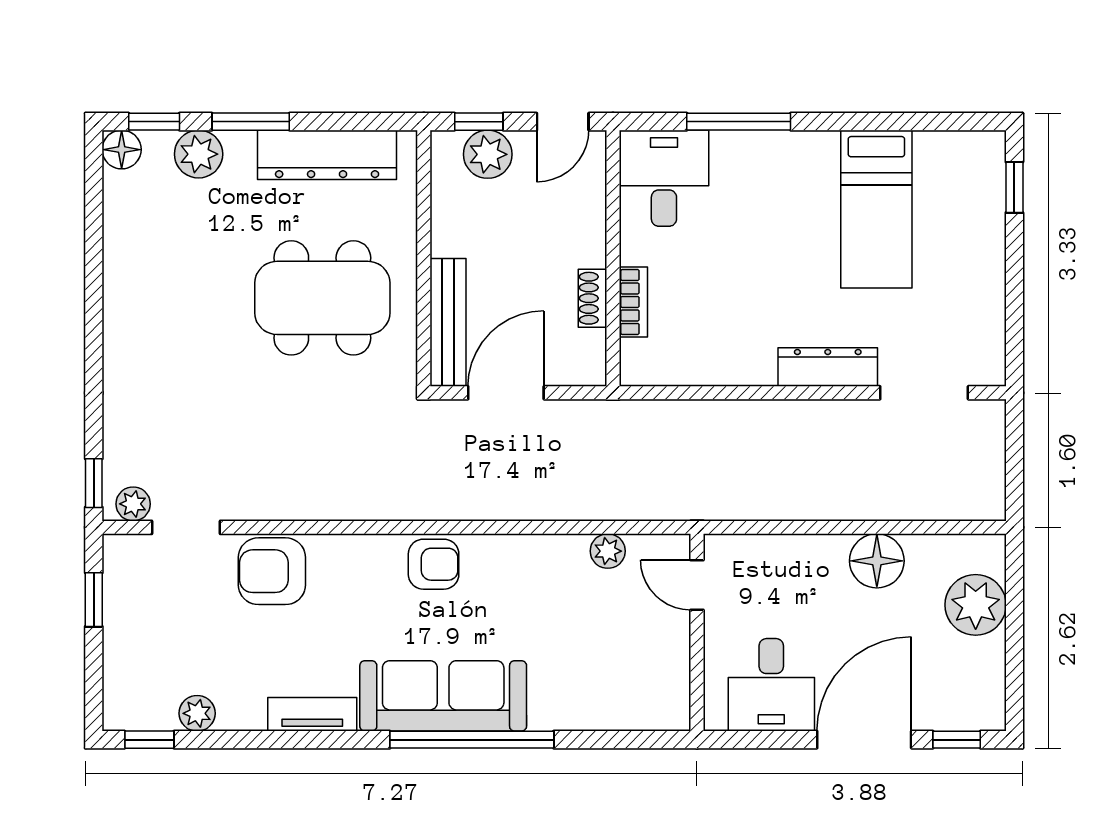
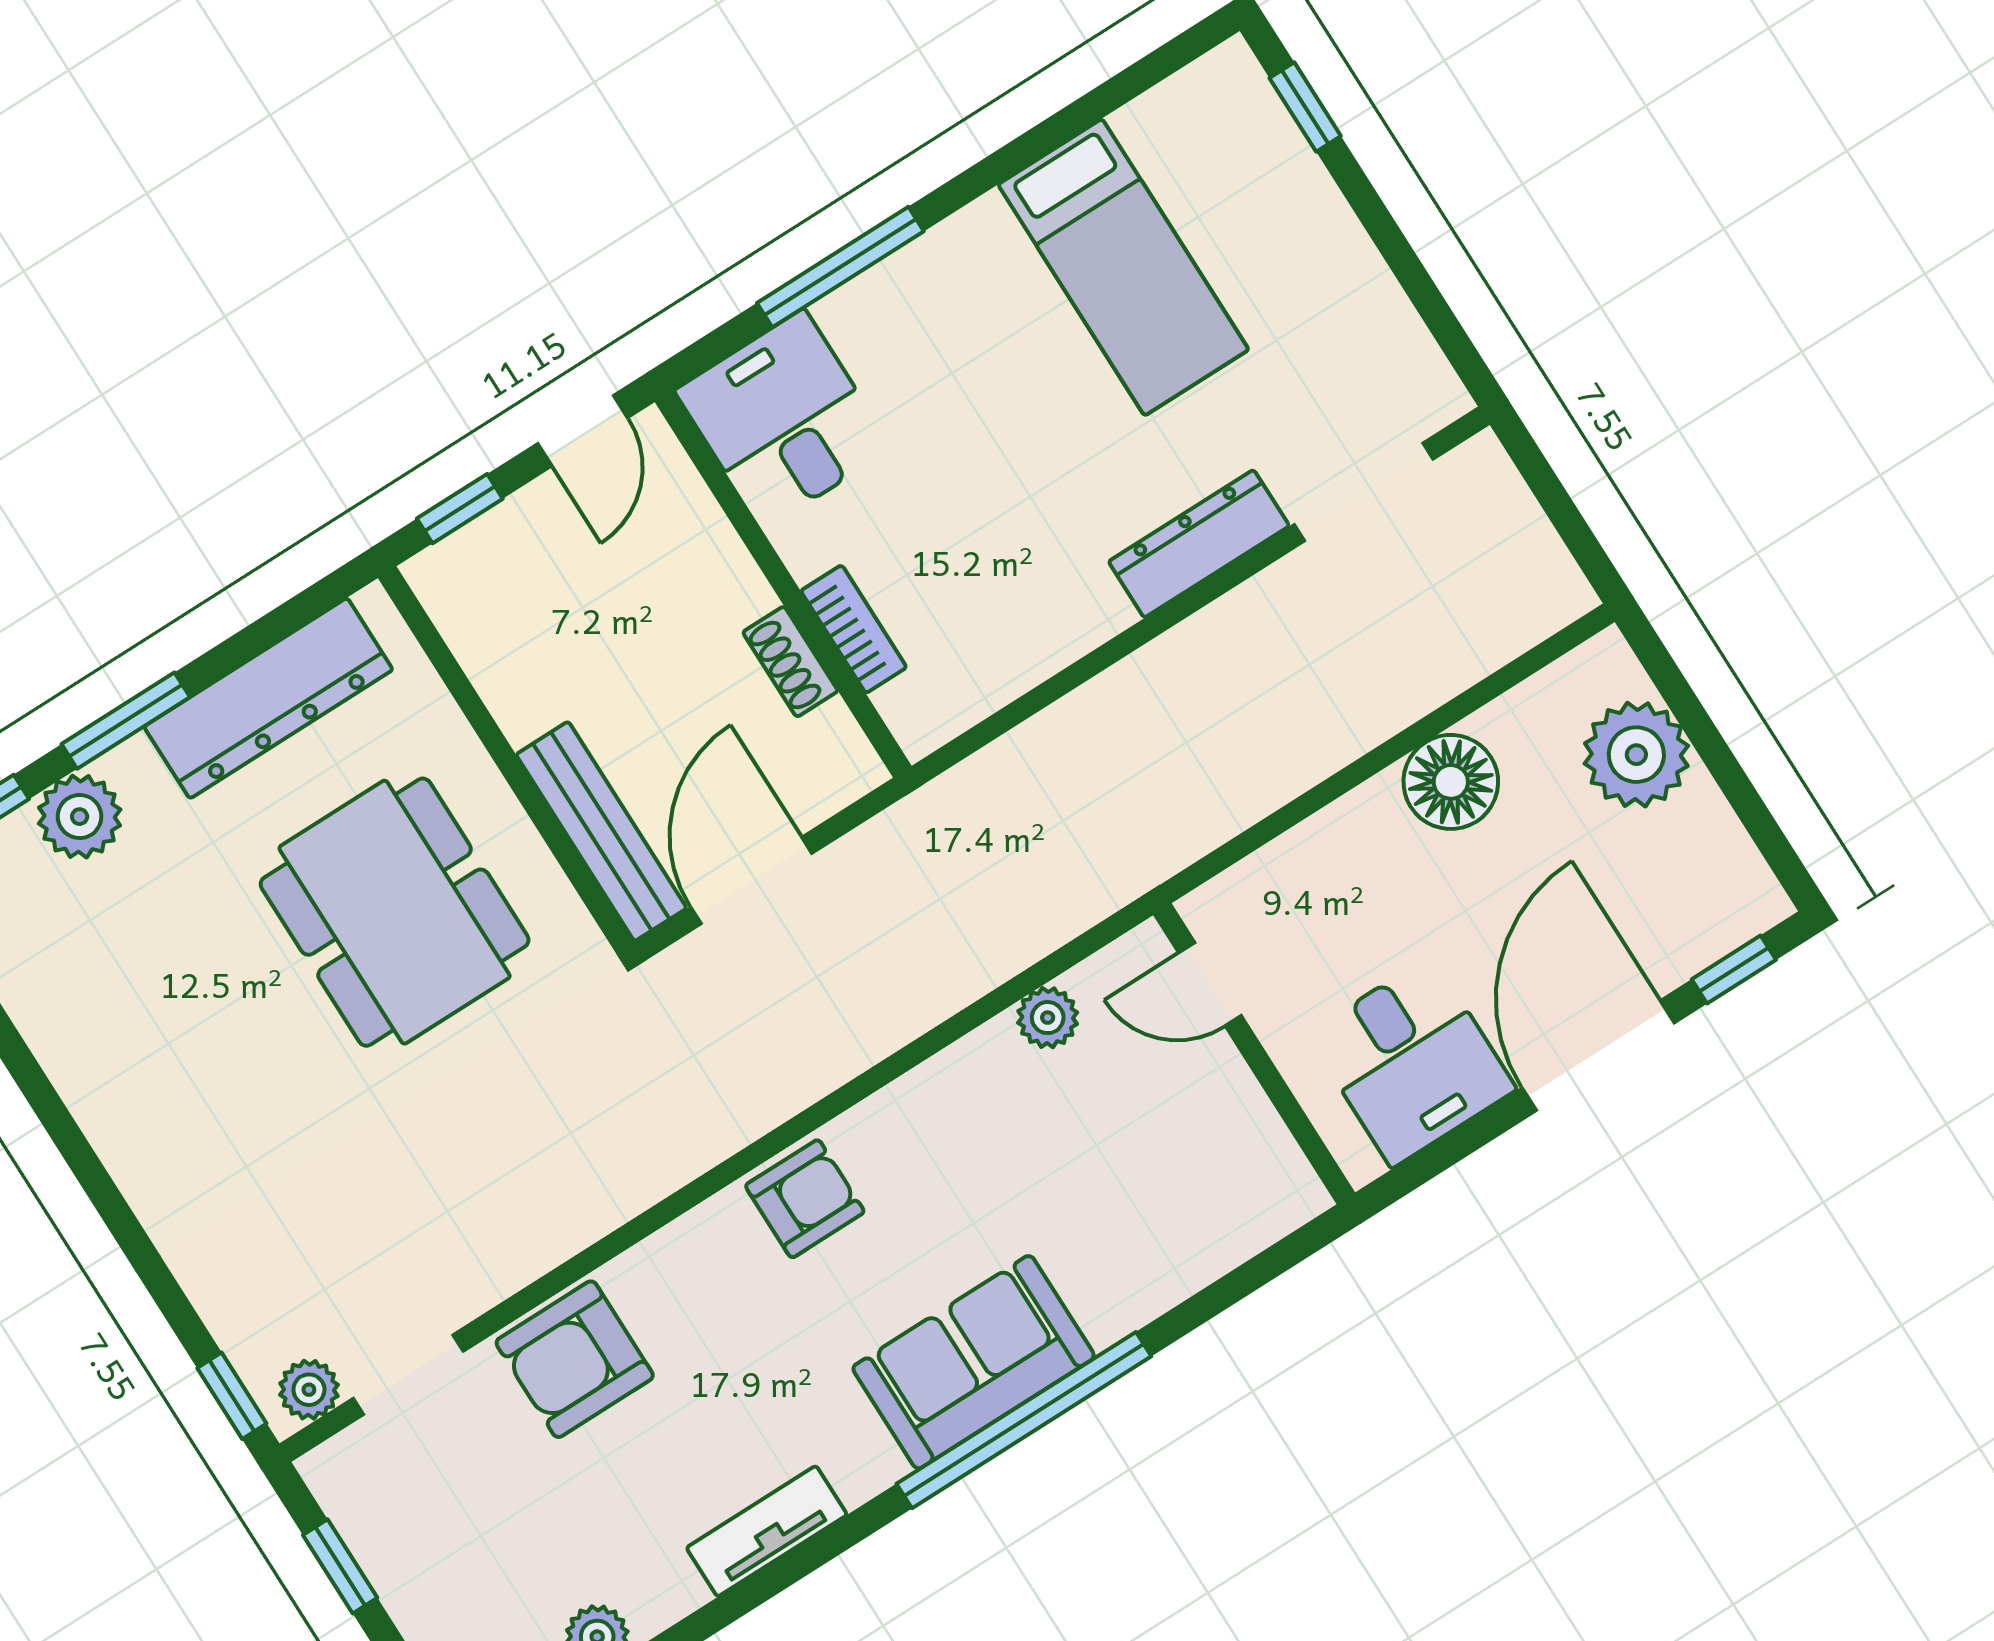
plant: (488, 154) -> (503, 548), removed
dining table: (322, 298) -> (395, 912), turned 90
sofa: (443, 696) -> (974, 1362), width x0.73

